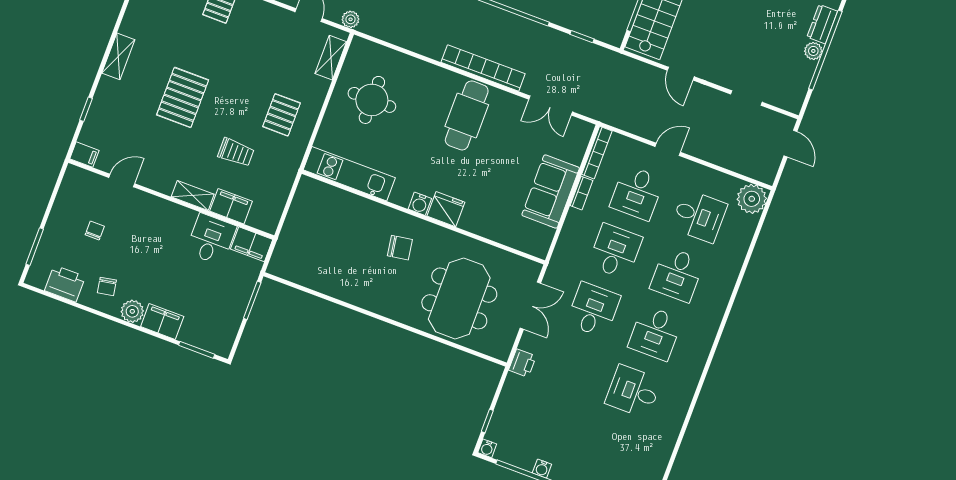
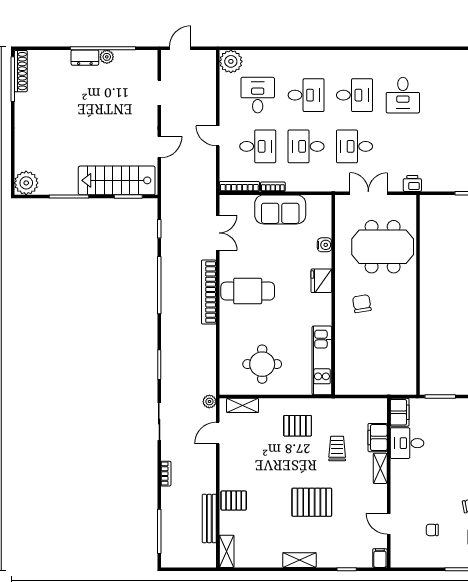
water cooler: (420, 204) -> (325, 245), moved

